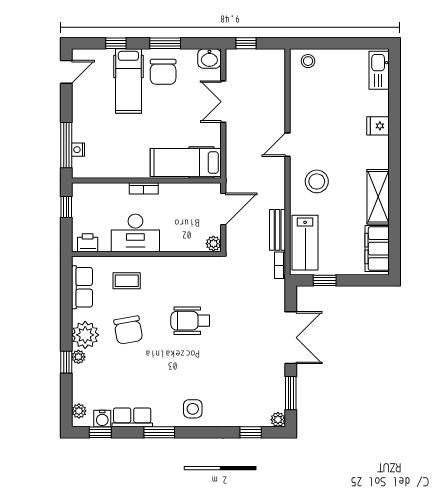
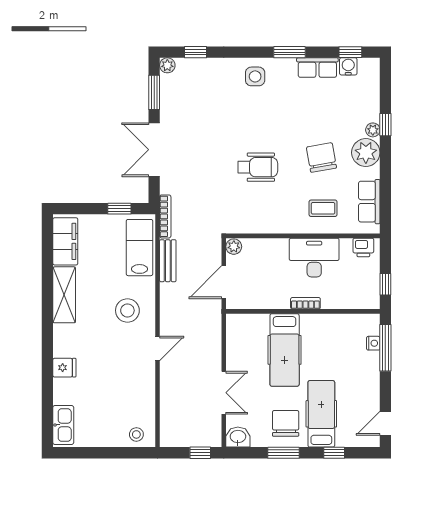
hospital bed: (186, 163) -> (285, 350), moved, turned 90
bookcase: (280, 265) -> (165, 216), width x1.56
plant: (79, 411) -> (372, 74), removed

